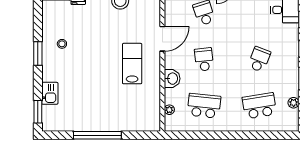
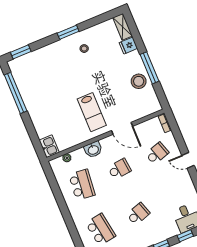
school desk: (259, 59) -> (138, 214), turned -39
lab bench: (132, 64) -> (92, 112), turned 90
kitchen sink: (50, 93) -> (49, 146), moved, turned -90
window: (97, 135) -> (16, 93), moved

